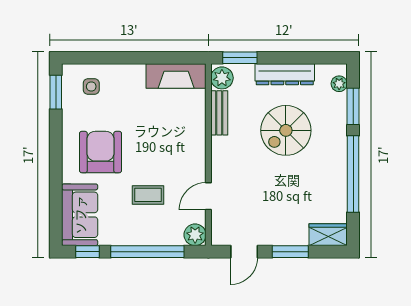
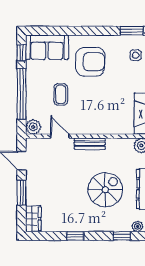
window: (353, 106) -> (122, 236), width x0.67
bench: (219, 113) -> (90, 144), moved
spiral stairs: (286, 130) -> (105, 190), turned 90
window: (353, 174) -> (75, 236), width x0.32

